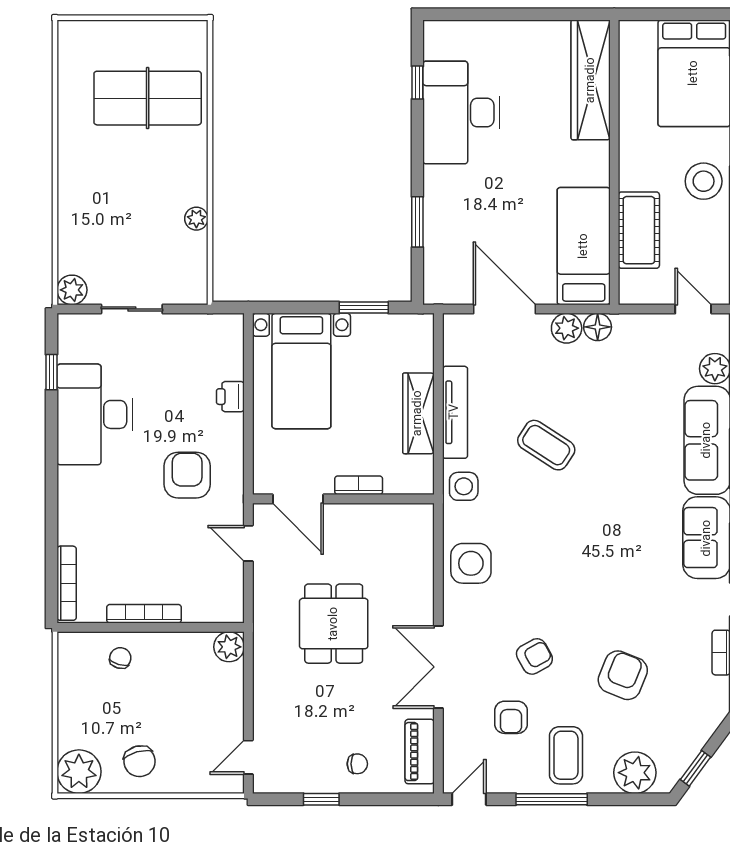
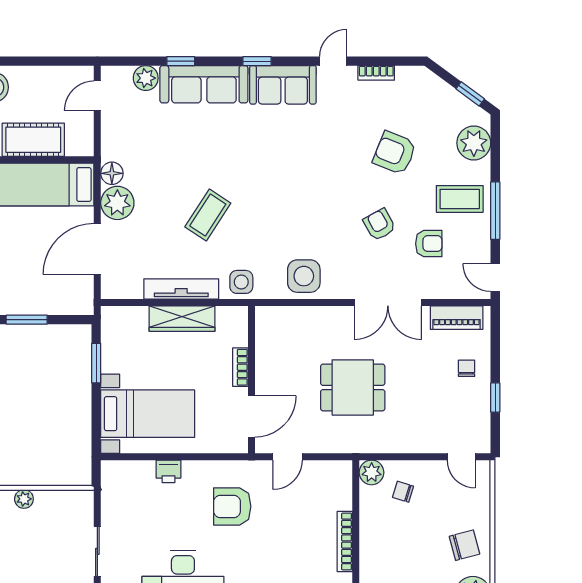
plant: (567, 328) -> (117, 203), width x1.36, depth x1.36
chair: (120, 658) -> (403, 492), moved

